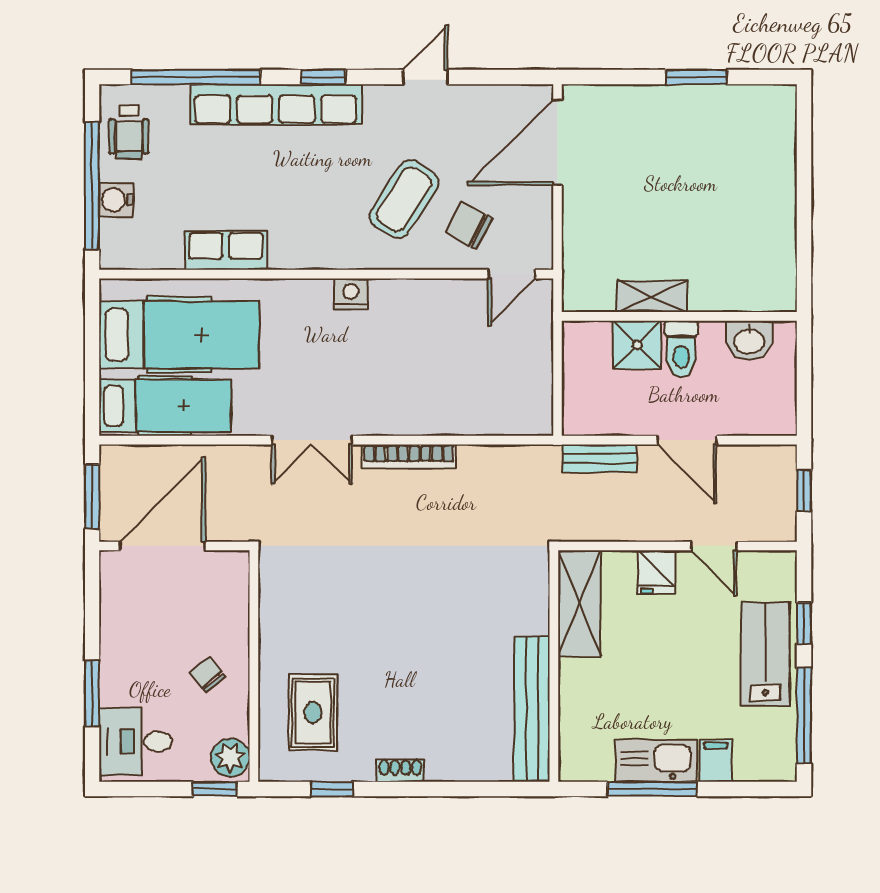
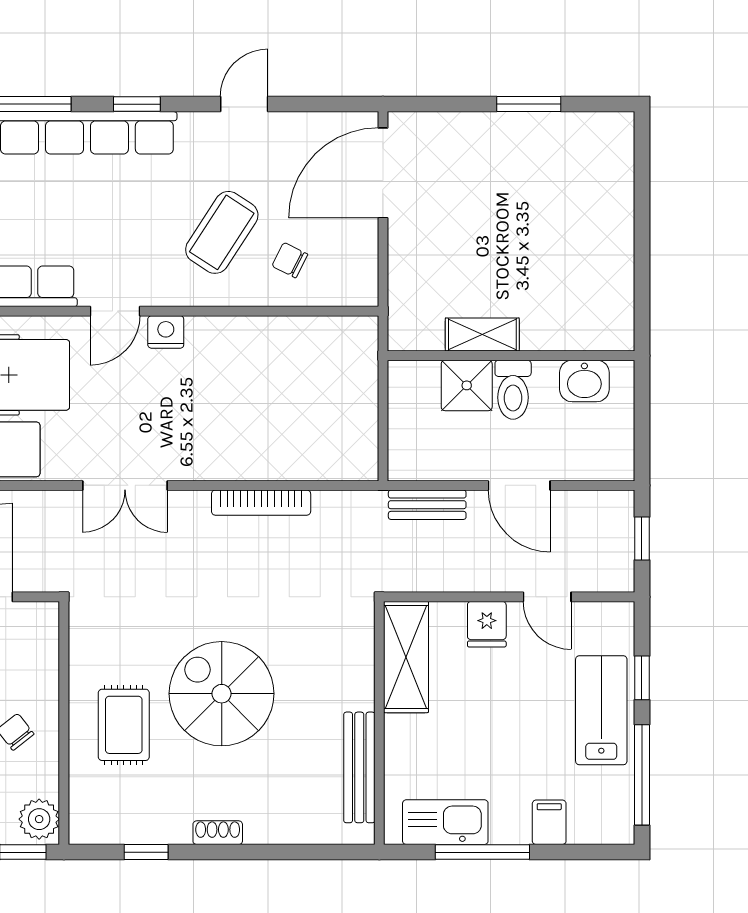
chair: (469, 226) -> (290, 260), width x0.73, depth x0.73
door: (512, 274) -> (115, 311), moved
bookcase: (409, 456) -> (261, 503), moved
spiral stairs: (404, 638) -> (222, 694), added
bench: (532, 708) -> (359, 767), width x0.73, depth x0.82
rug: (313, 712) -> (124, 725), moved
kitchen sink: (656, 760) -> (445, 822), moved

